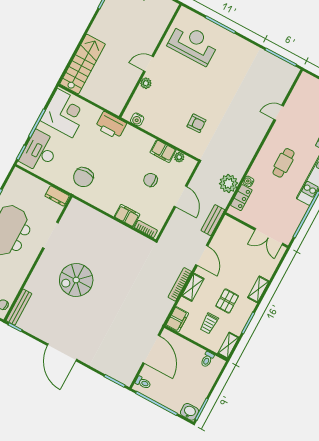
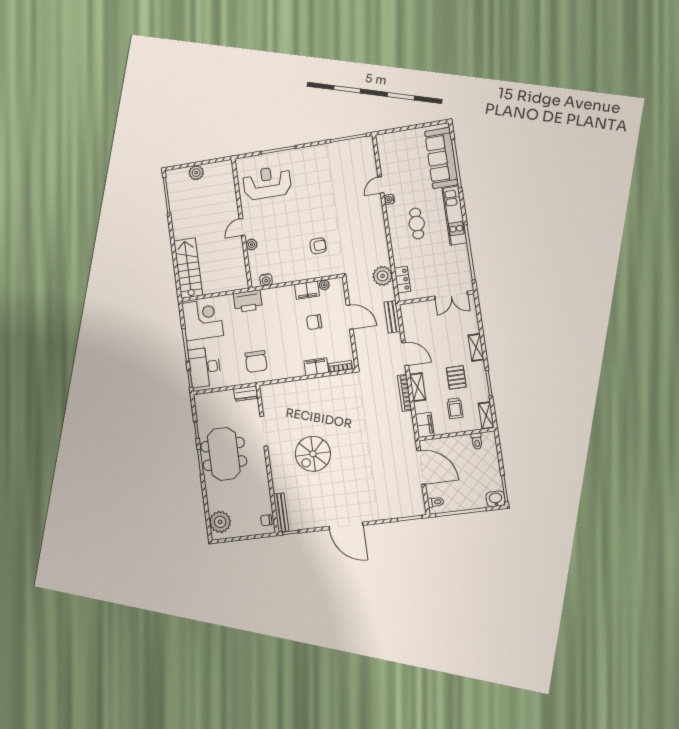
water cooler: (248, 181) -> (389, 199), moved

